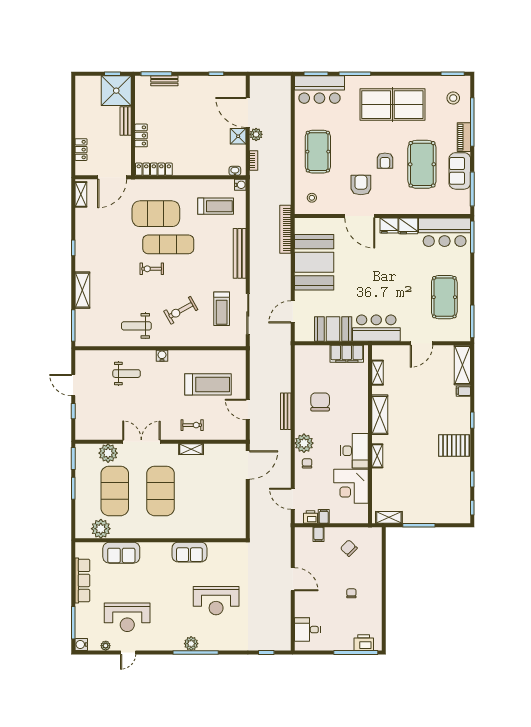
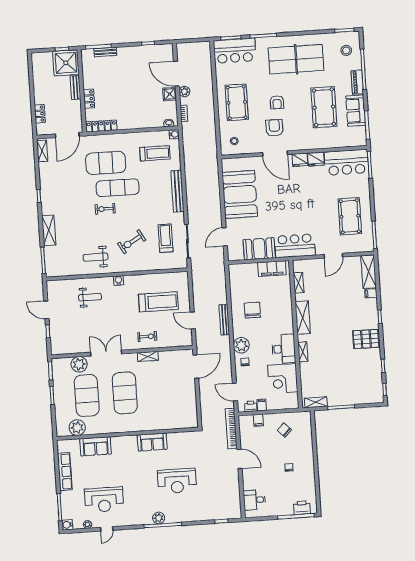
armchair: (385, 161) -> (277, 102), moved
bookcase: (285, 229) -> (231, 429), moved
treadmill: (222, 309) -> (165, 238), turned 180

